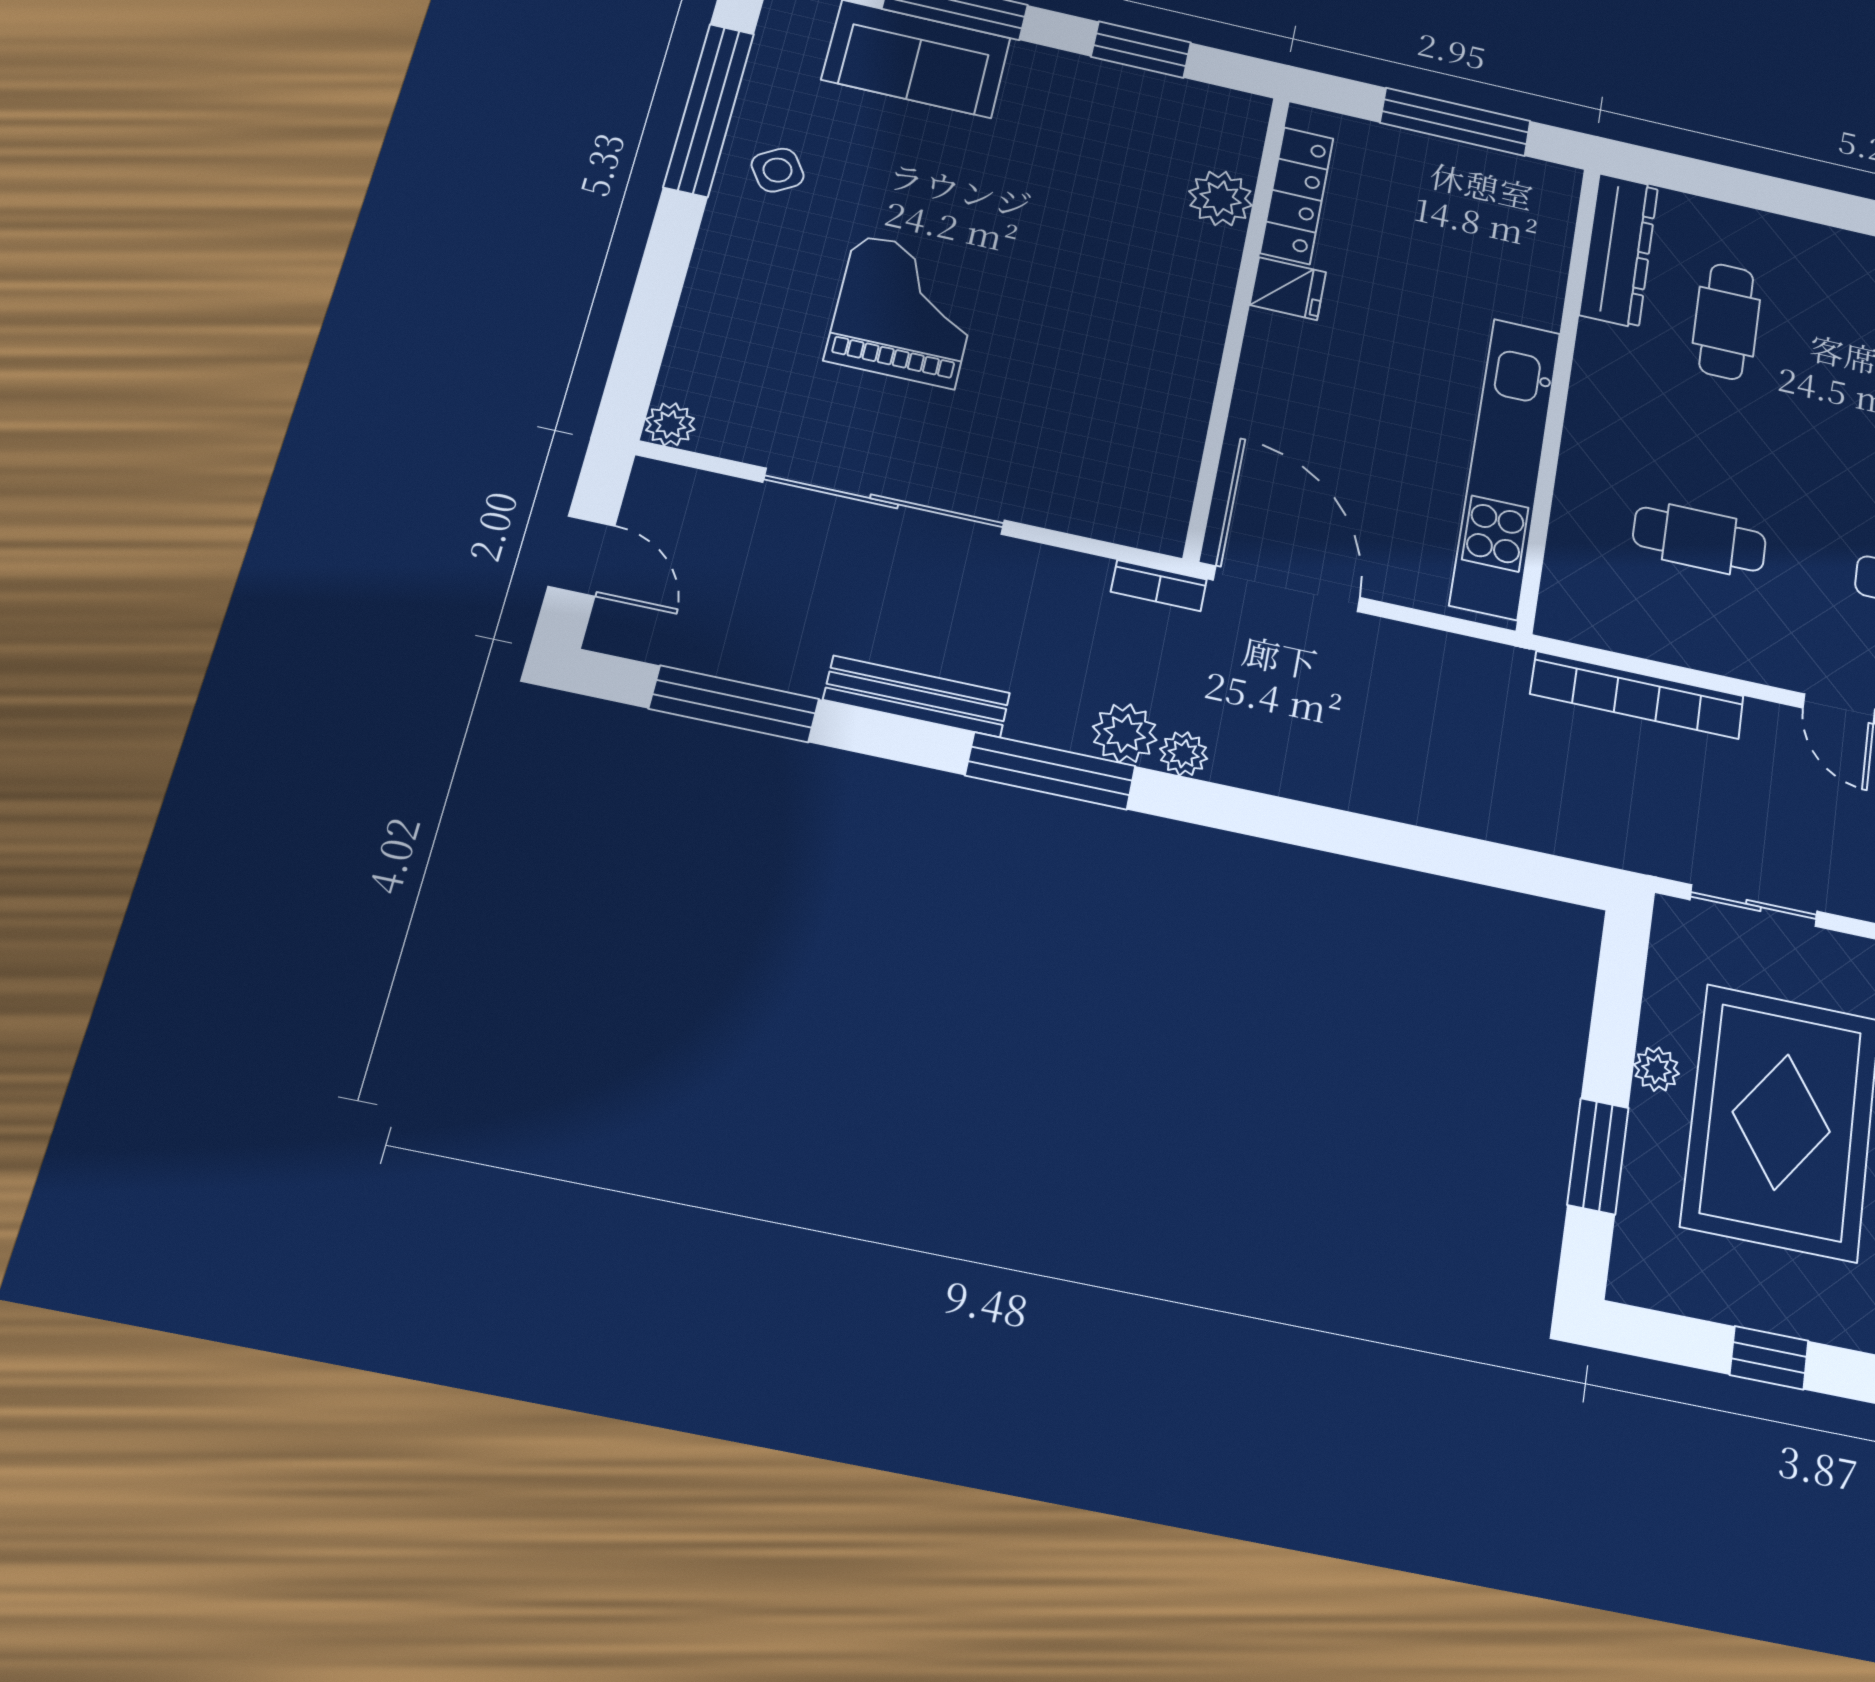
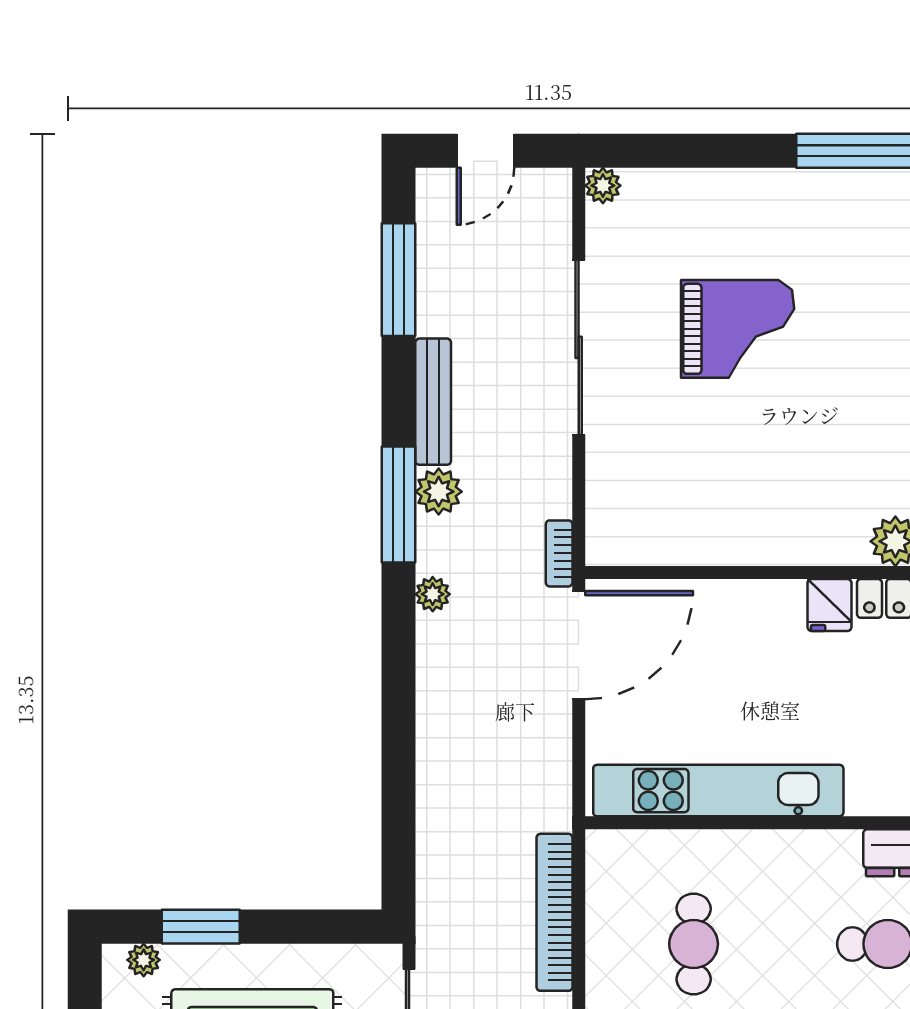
side table: (778, 170) -> (833, 212), removed
plant: (1125, 733) -> (439, 492), moved
plant: (1656, 1069) -> (144, 960), moved

